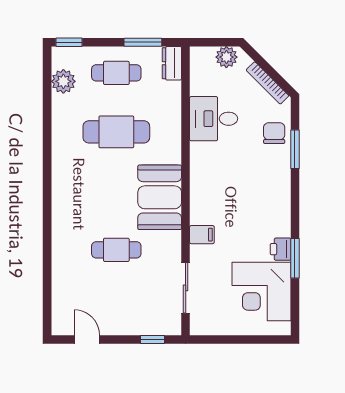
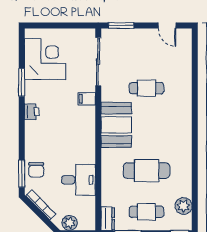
window: (295, 149) -> (22, 174), moved
printer: (281, 249) -> (32, 112), moved
sliding door: (186, 288) -> (98, 62), width x1.37
window: (152, 340) -> (121, 25), width x1.50

